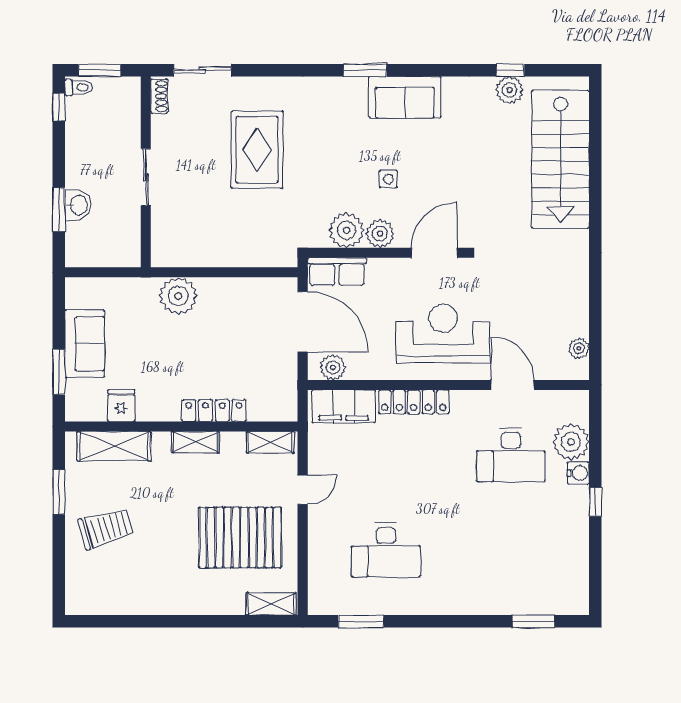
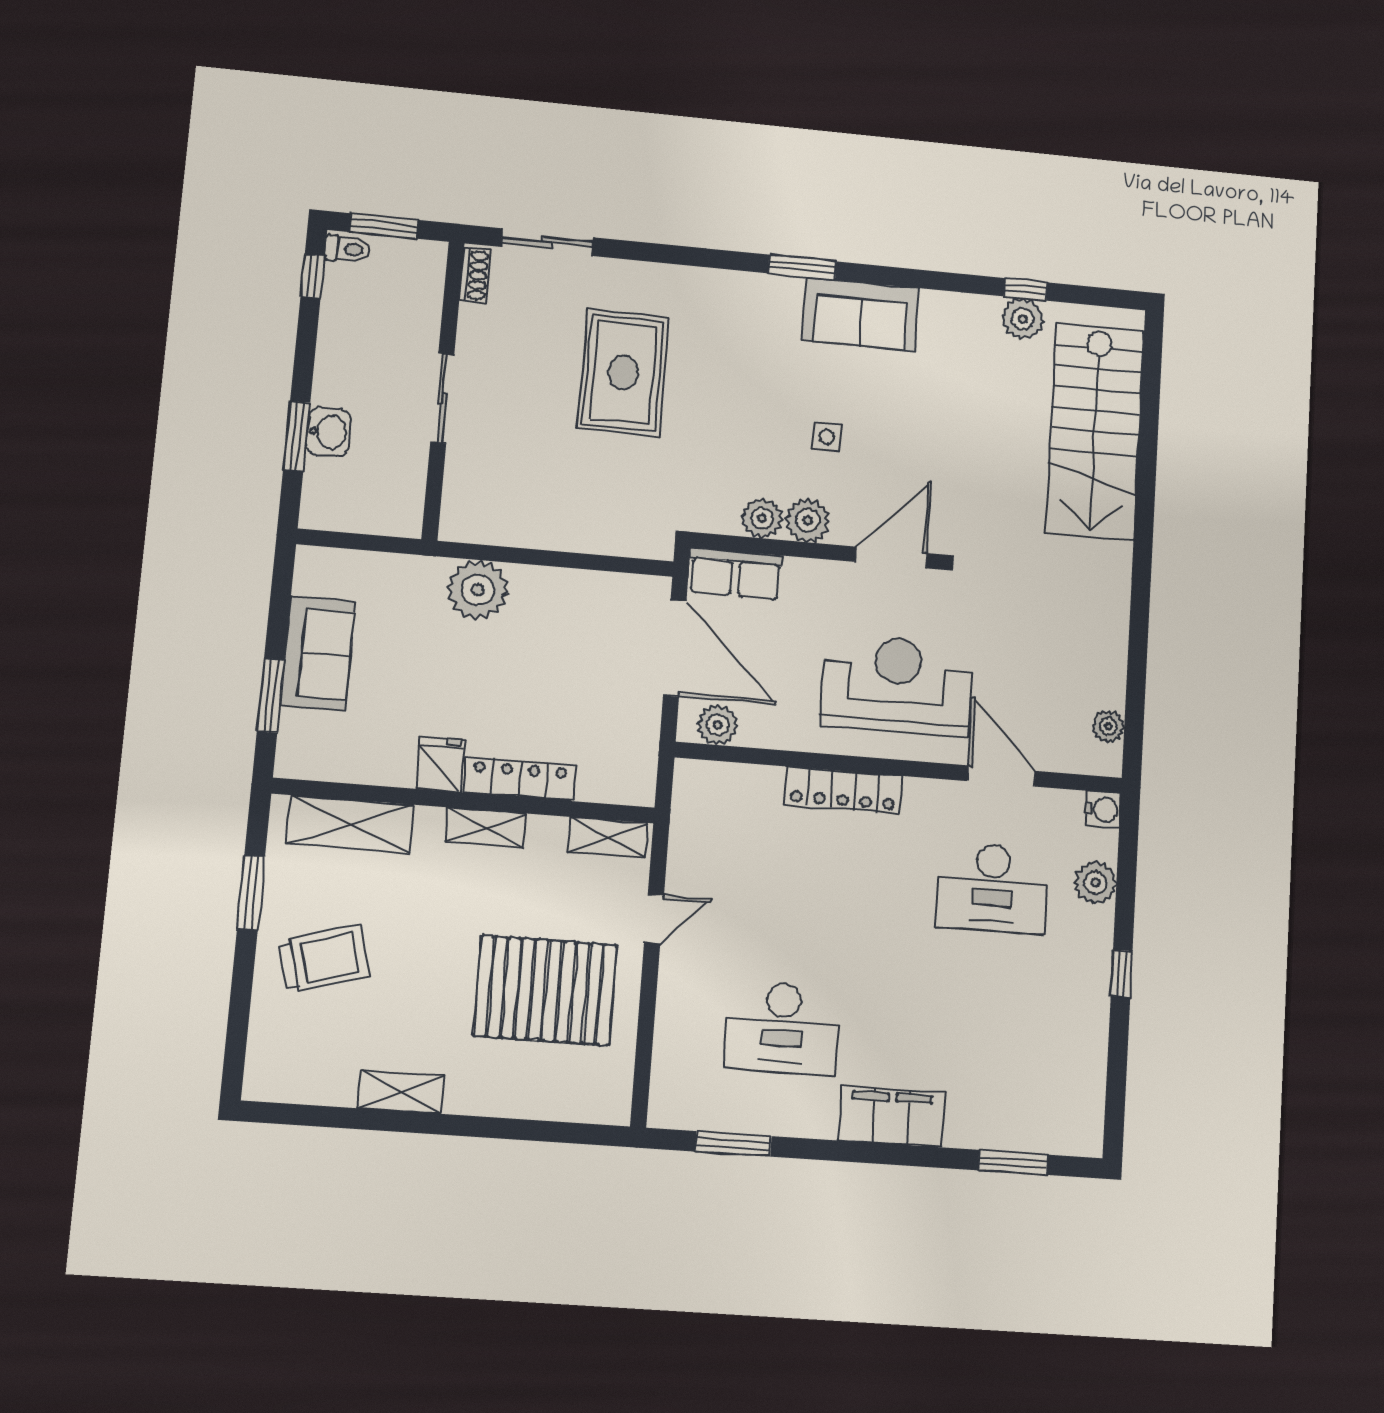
plant: (346, 230) -> (762, 518), width x0.73, depth x0.73
fridge: (121, 406) -> (440, 764), moved
filing cabinet: (344, 406) -> (891, 1117), moved, turned 180
plant: (571, 442) -> (1095, 883), width x0.73, depth x0.73
water cooler: (578, 473) -> (1103, 809), moved
shelving: (271, 604) -> (401, 1092), moved

